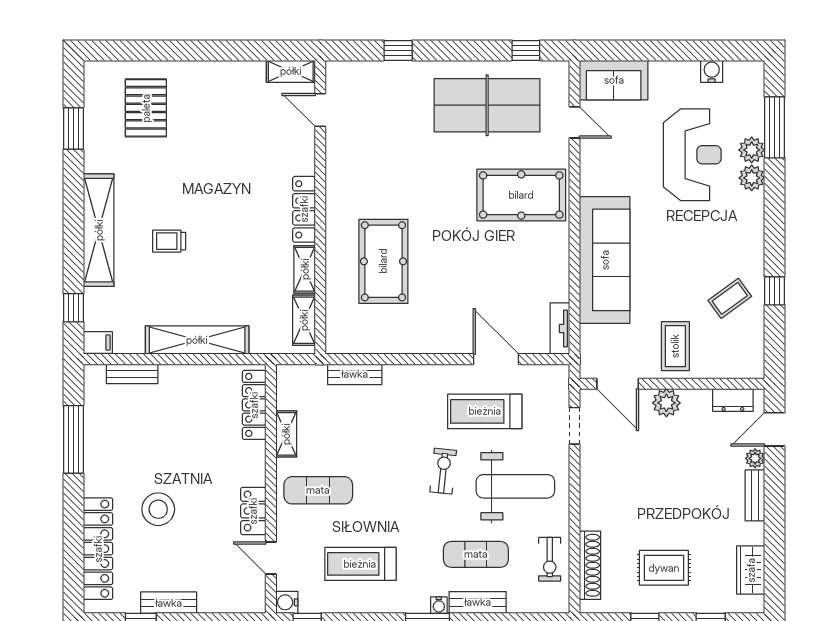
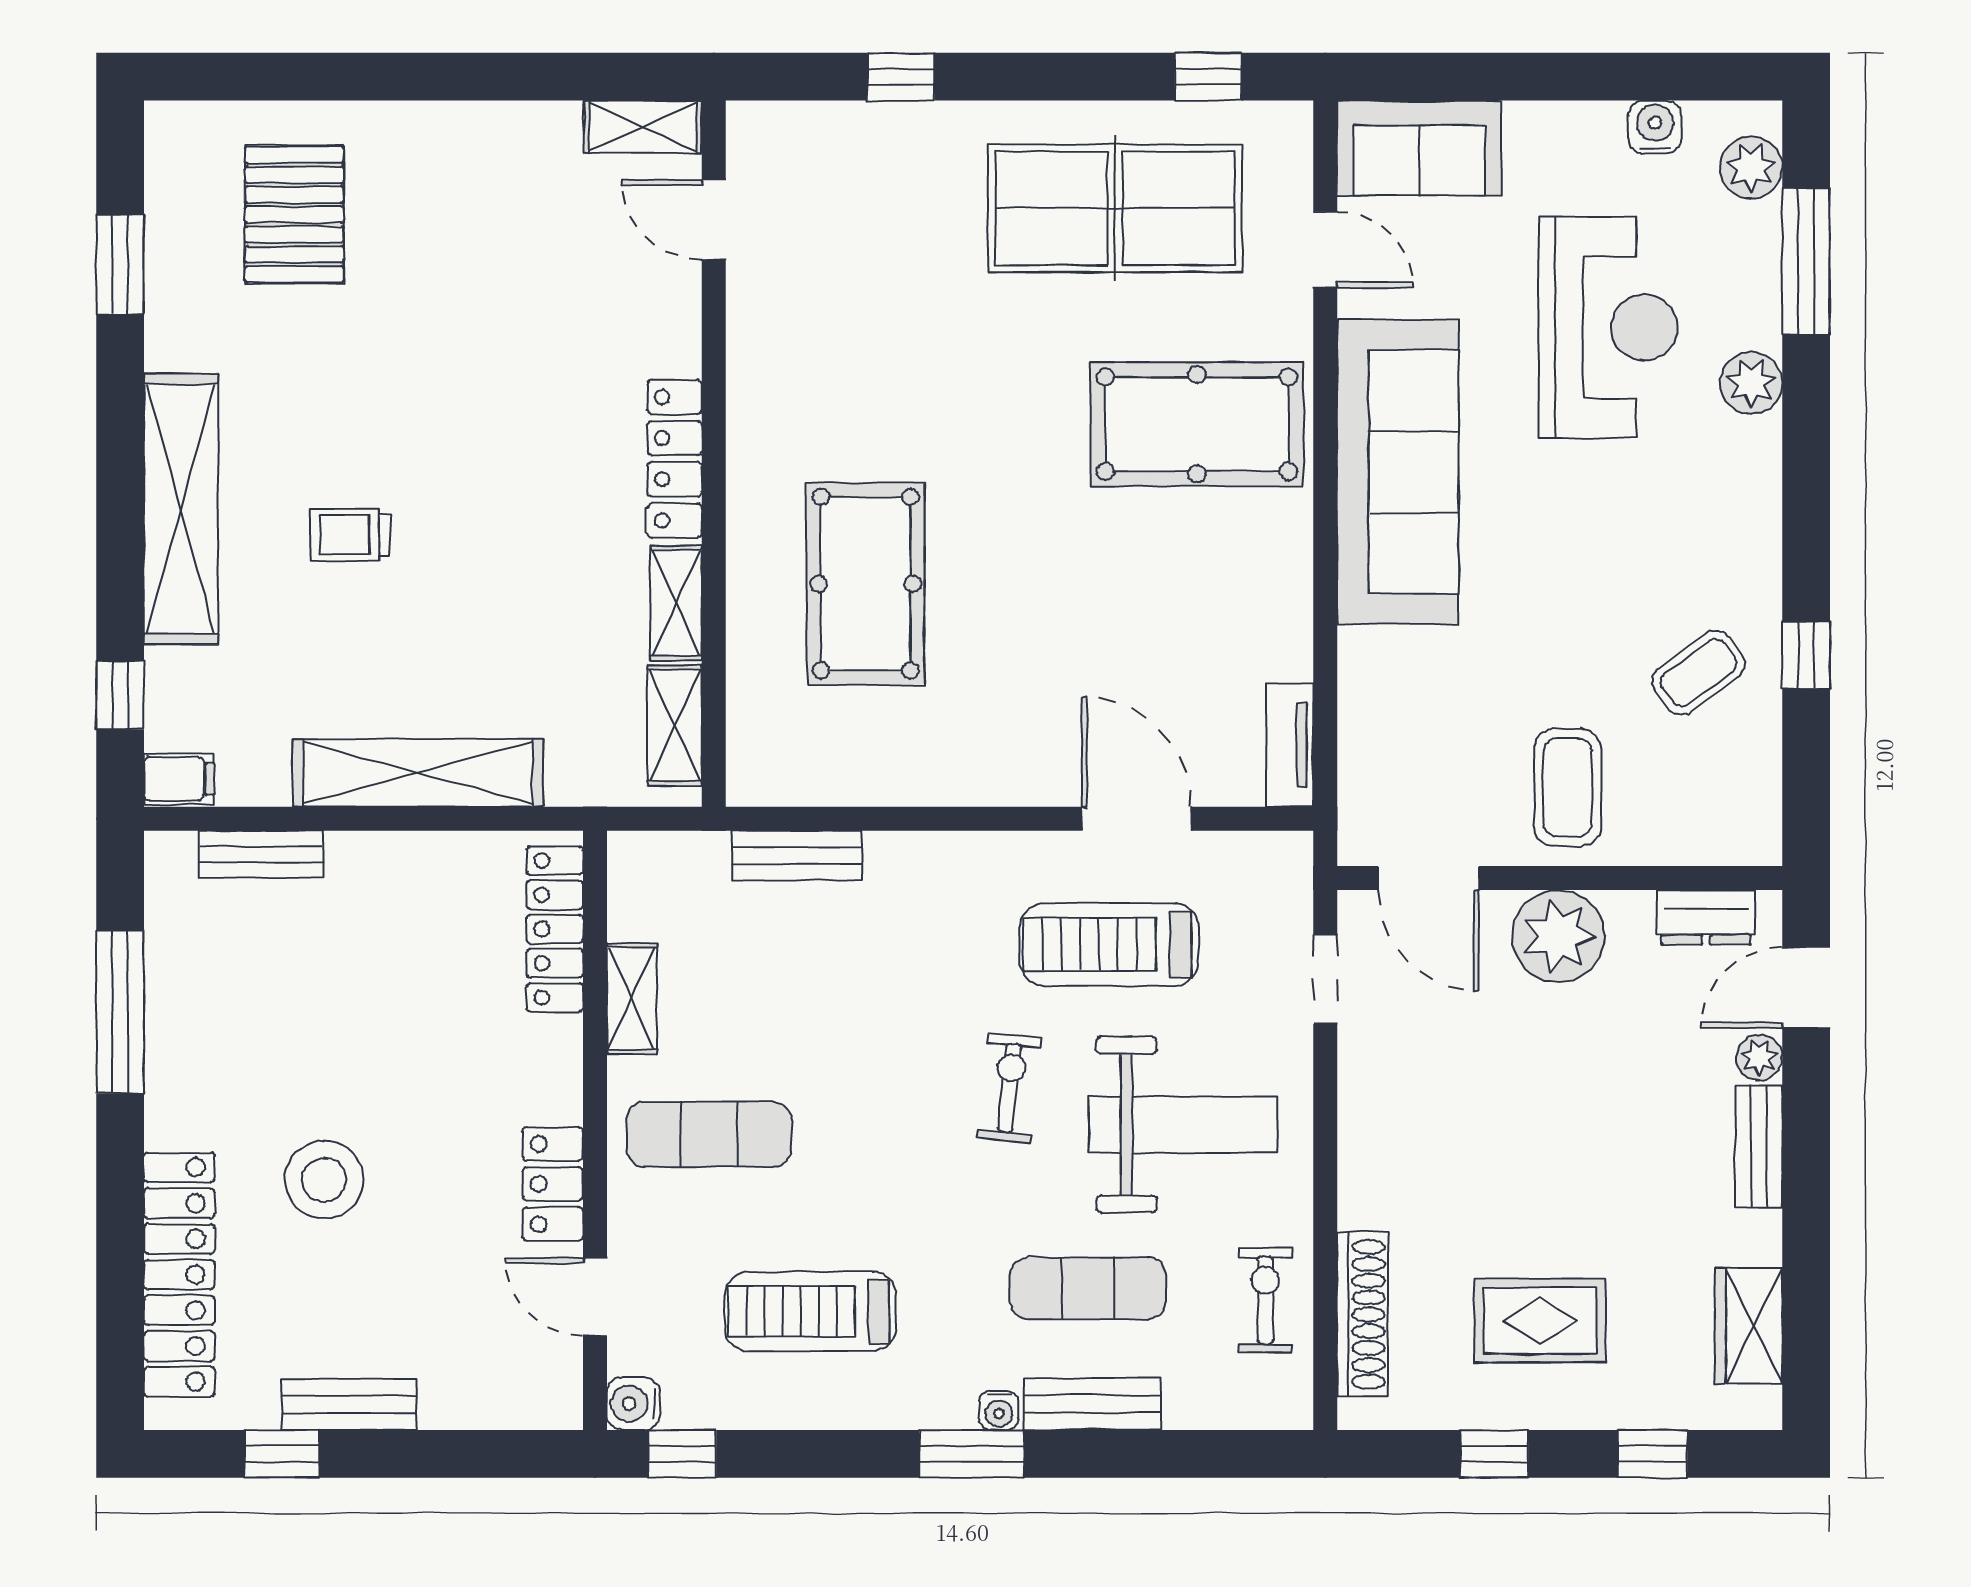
plant: (752, 150) -> (1751, 167), moved
sofa: (605, 260) -> (1398, 472), moved
plant: (666, 403) -> (1558, 936), width x1.36, depth x1.36
exercise bike: (550, 559) -> (1265, 1300), turned 180

